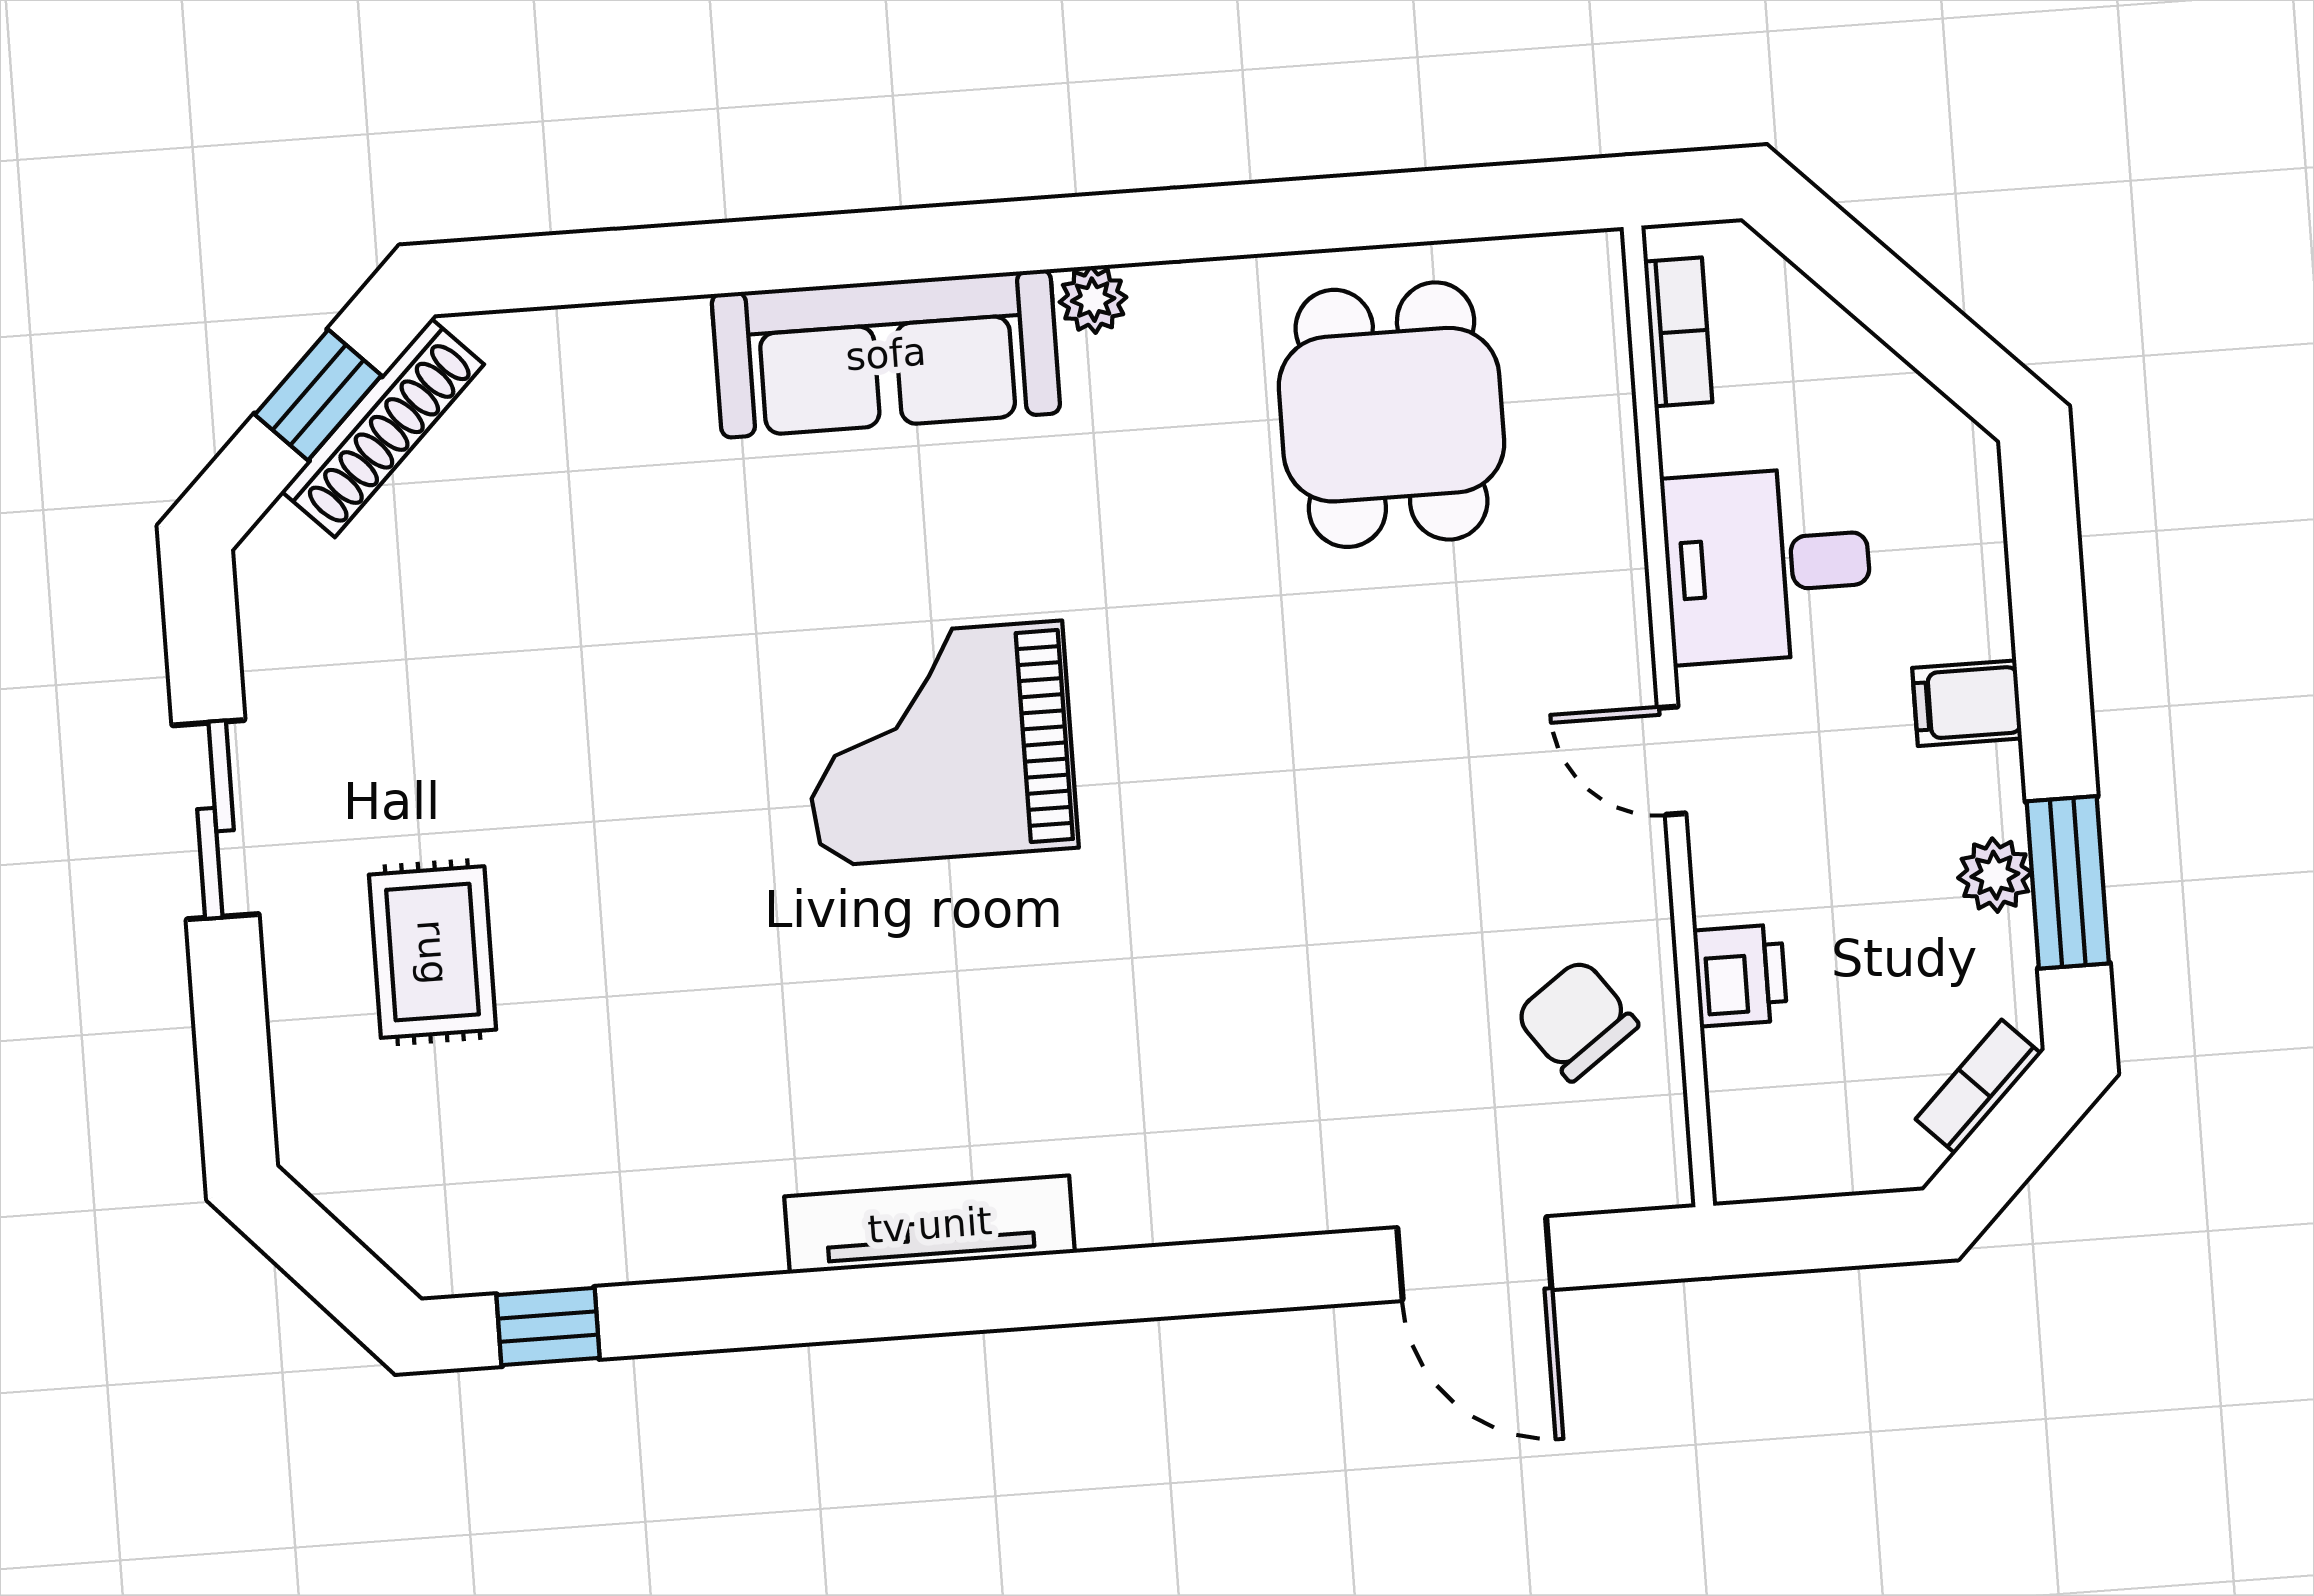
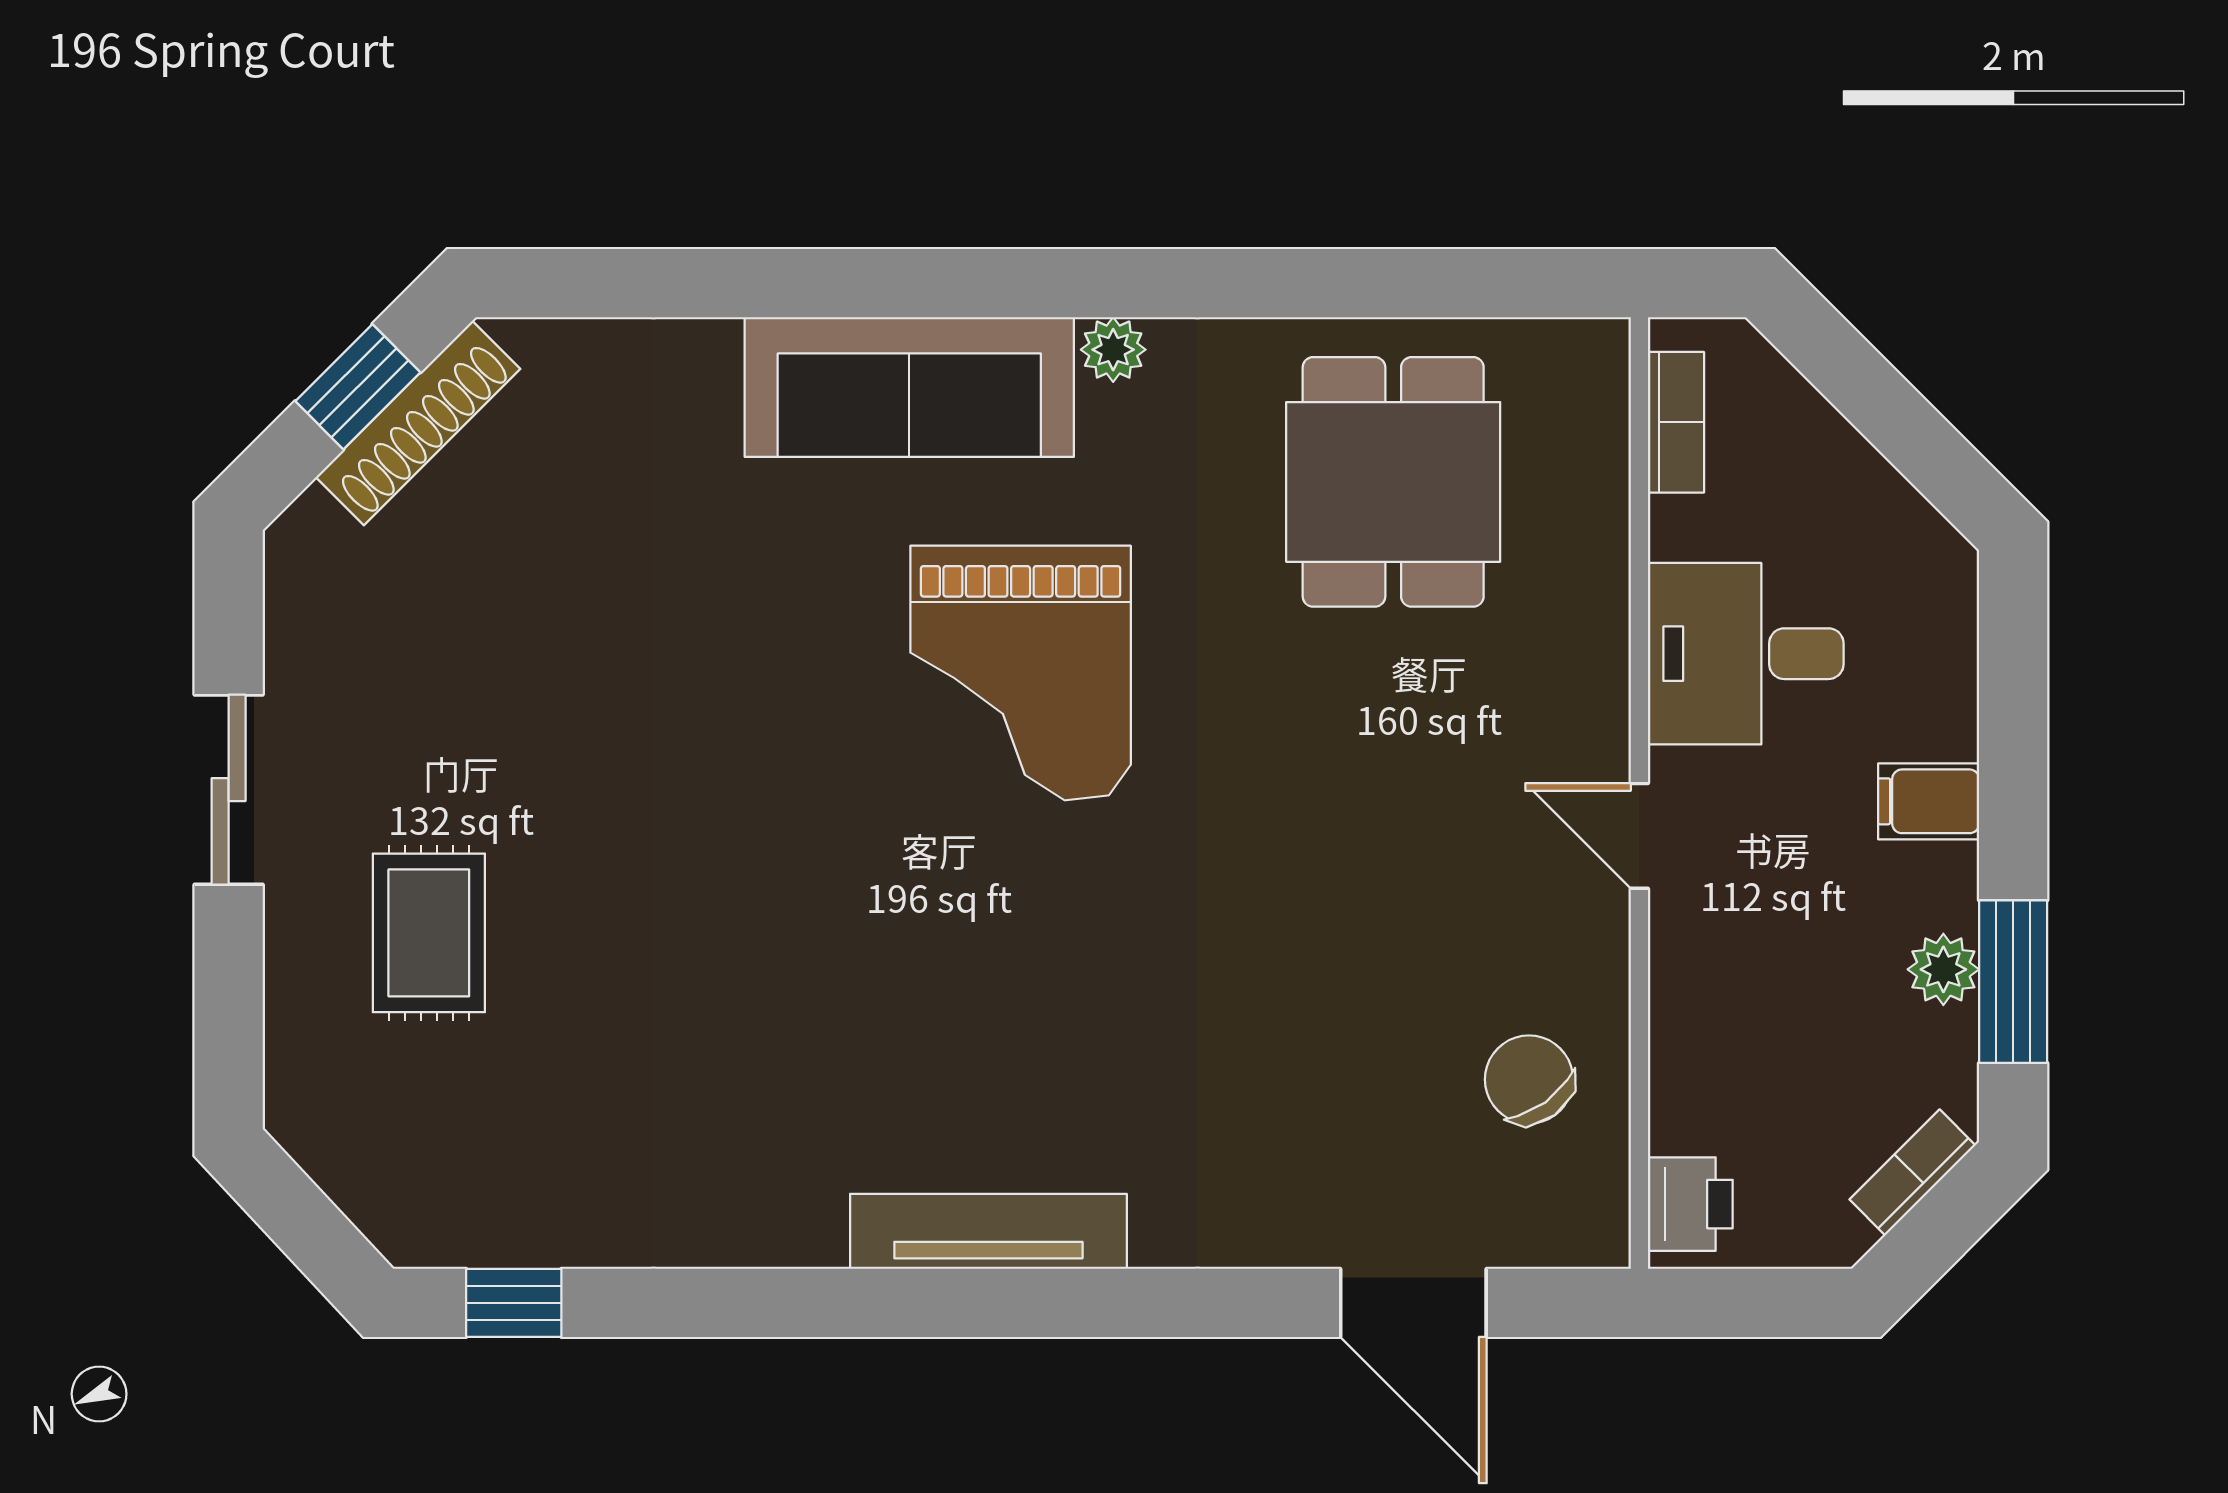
grand piano: (939, 744) -> (1021, 673), moved, turned -90
printer: (1740, 975) -> (1690, 1204), moved
tv unit: (930, 1225) -> (988, 1231), moved

